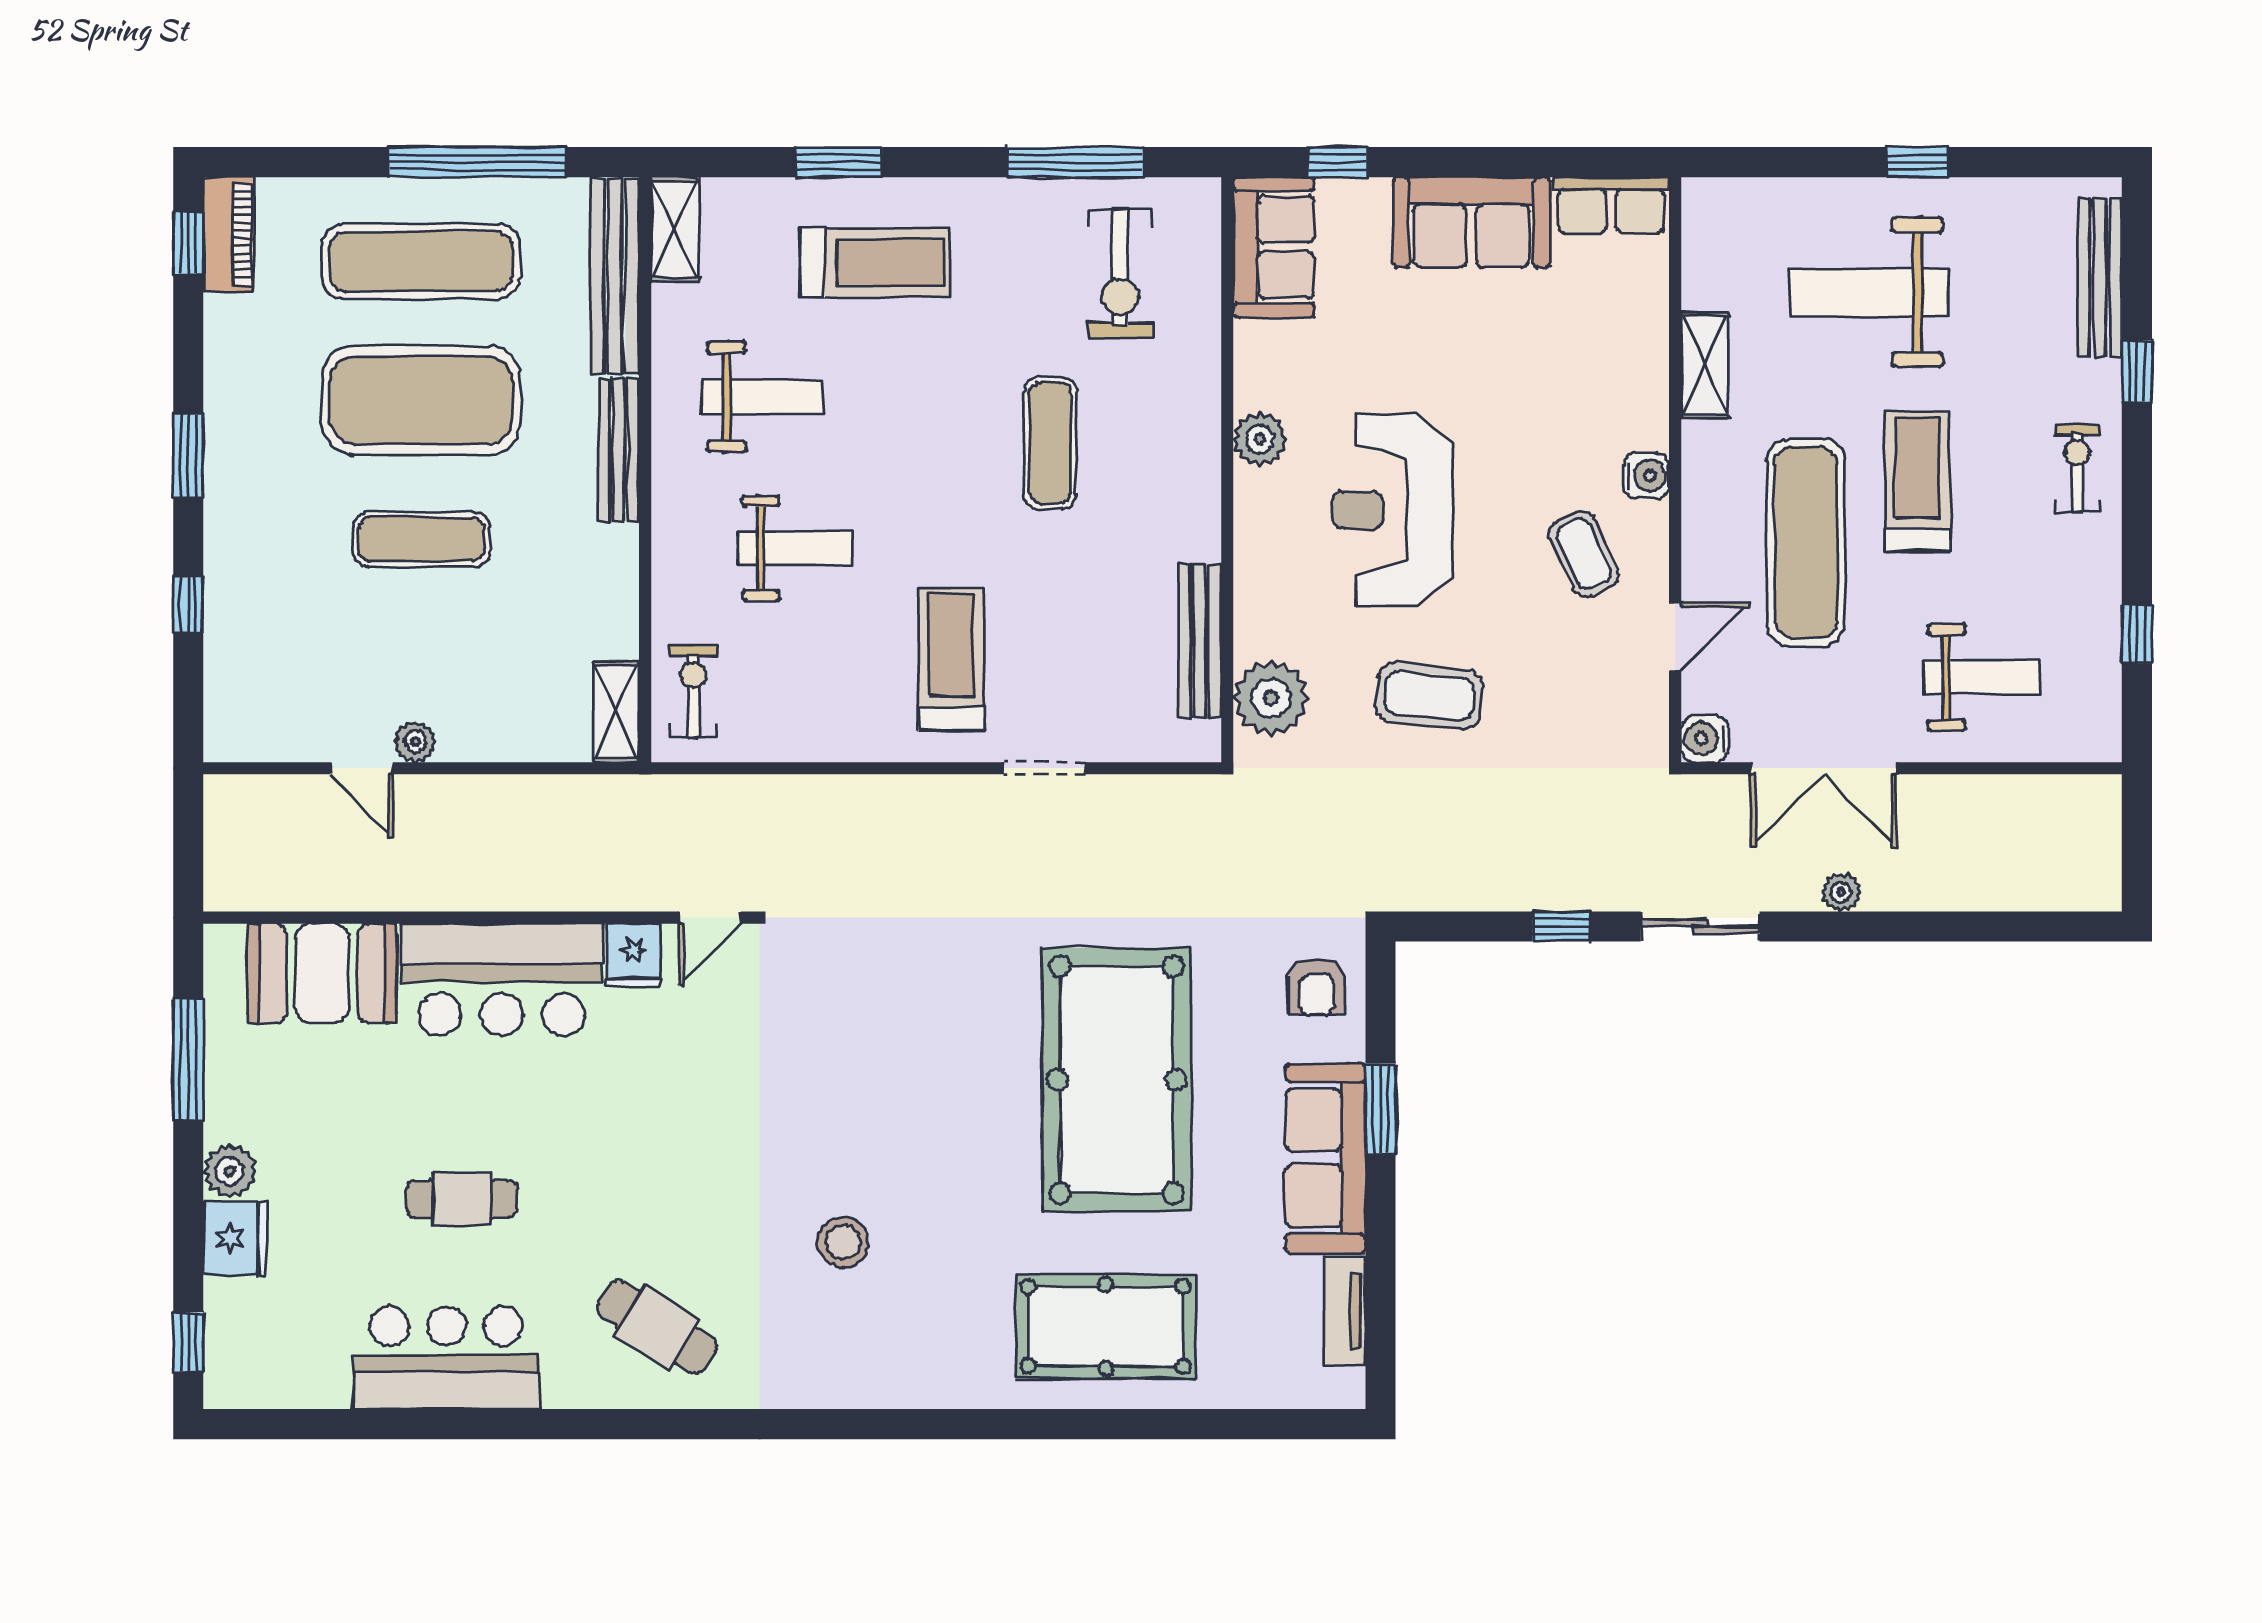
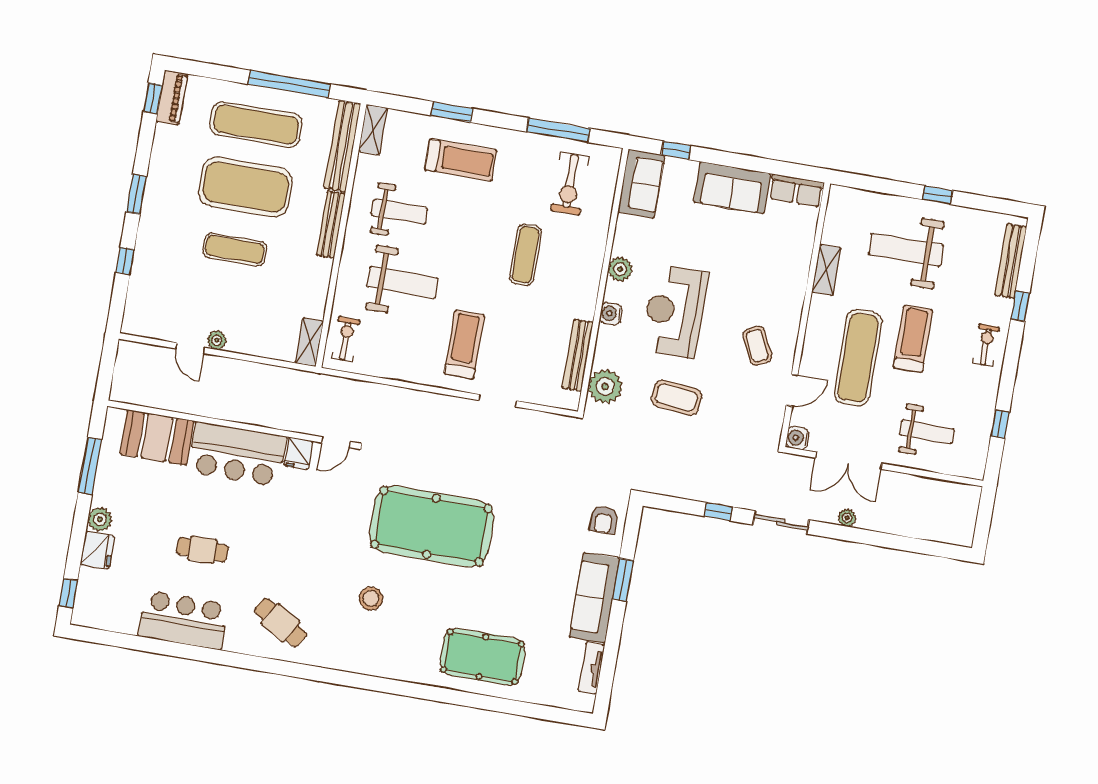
water cooler: (1646, 476) -> (611, 314), moved, turned 180
weight bench: (795, 548) -> (403, 282), width x1.36, depth x1.33
pool table: (1117, 1080) -> (431, 526), moved, turned 90

